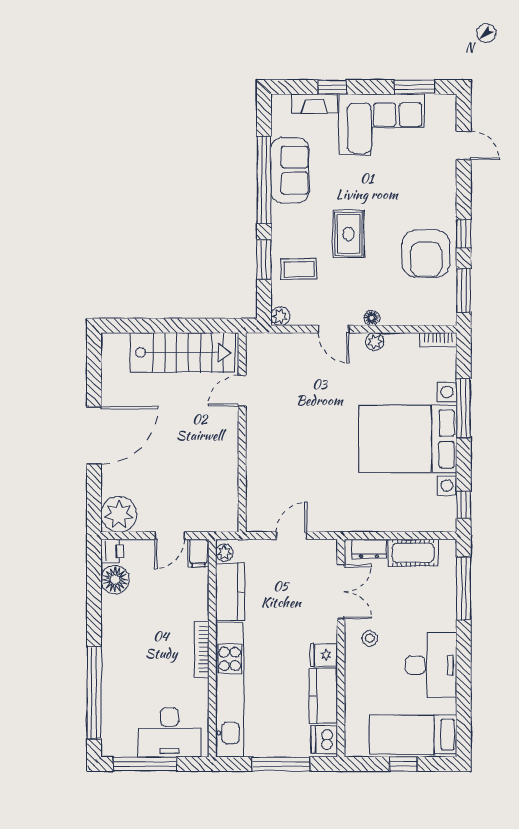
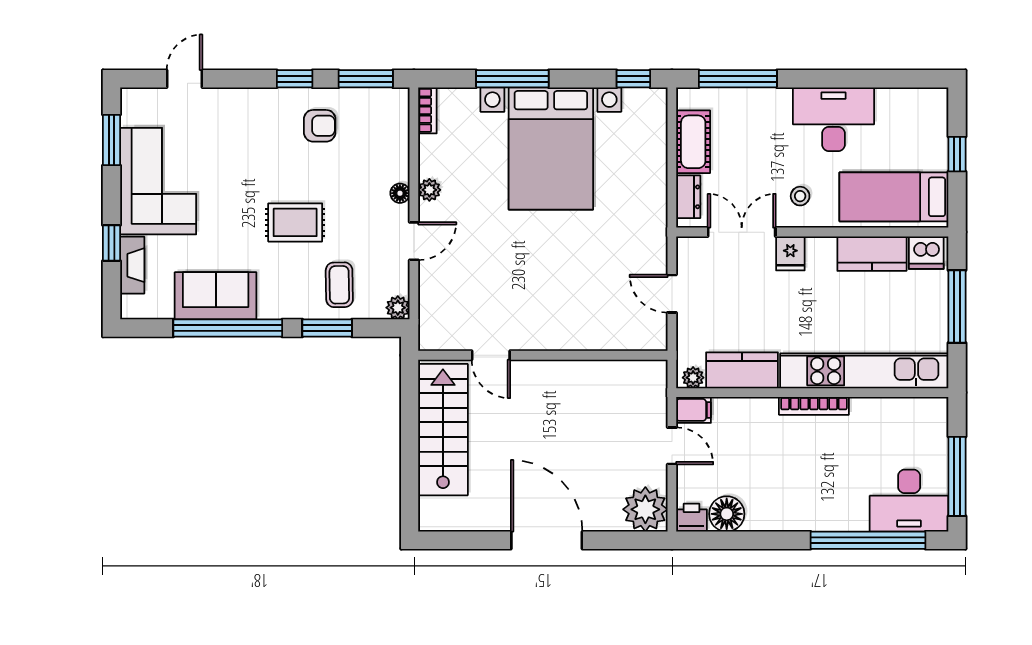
armchair: (426, 254) -> (320, 126), width x0.53, depth x0.53
fridge: (324, 655) -> (790, 253), moved
desk: (169, 732) -> (909, 501), moved, turned 90
bed: (413, 735) -> (894, 197), moved, turned 90

